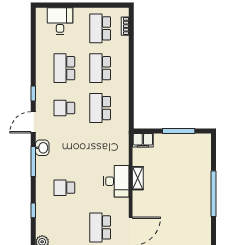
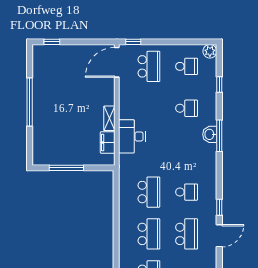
door: (33, 122) -> (219, 236), moved
filing cabinet: (143, 140) -> (108, 142), moved, turned -90
washbasin: (42, 148) -> (210, 134), moved
desk: (116, 181) -> (132, 136), moved
school desk: (64, 227) -> (187, 66), added

